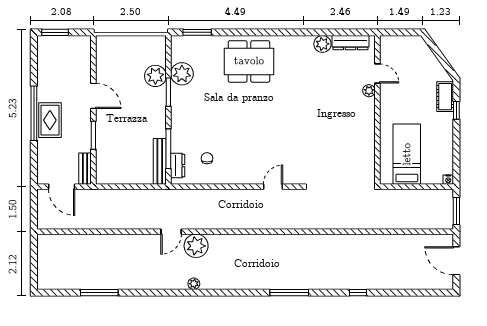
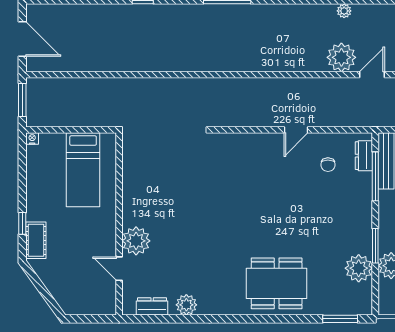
dresser: (350, 43) -> (152, 306), width x0.70
plant: (369, 91) -> (136, 241), width x1.88, depth x1.88
door: (273, 187) -> (296, 130), moved

